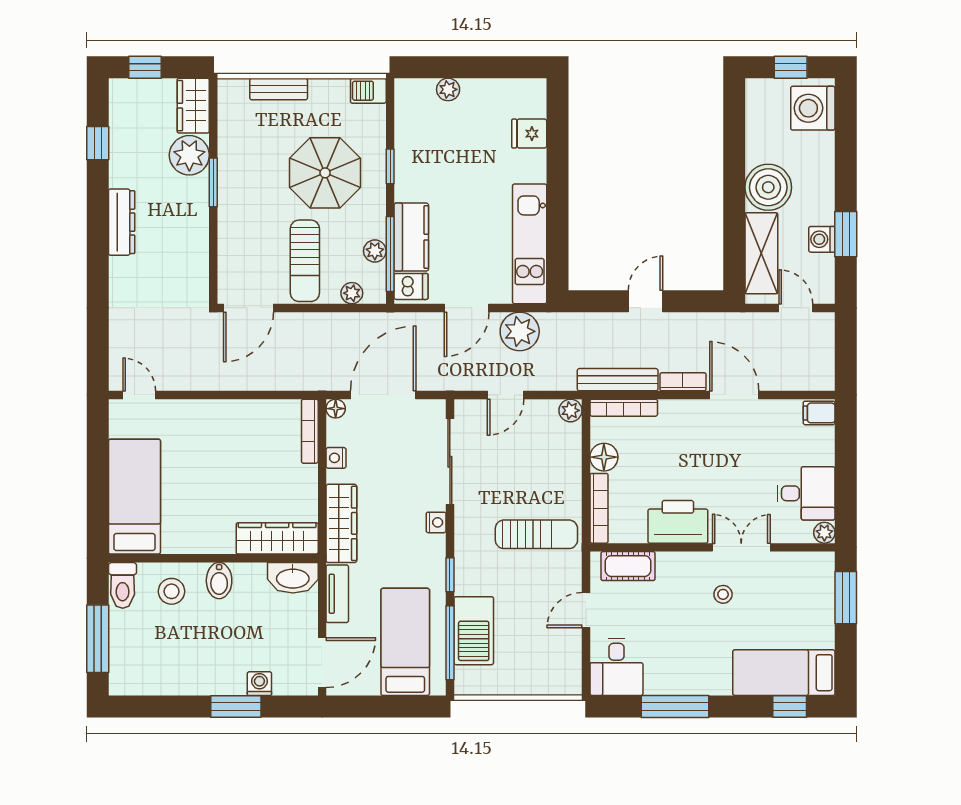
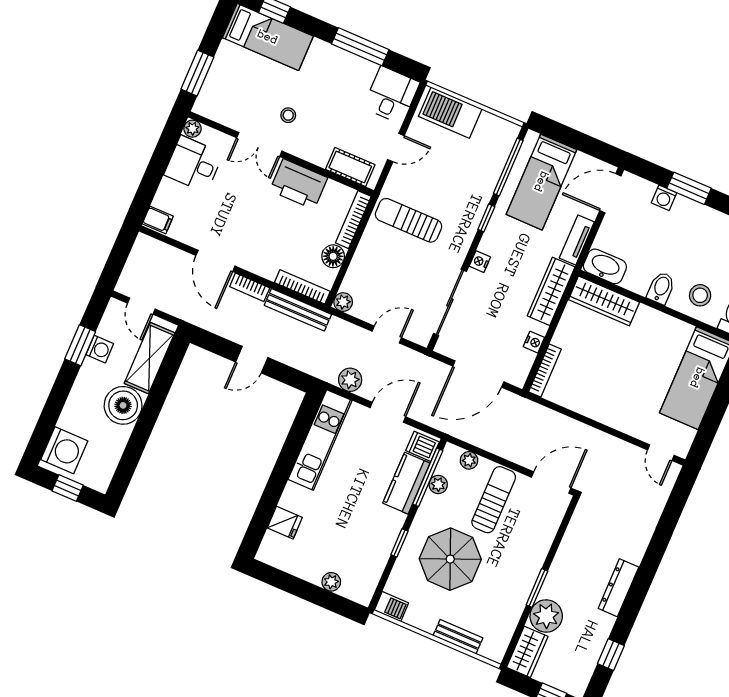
plant: (520, 331) -> (350, 380), width x0.73, depth x0.73
floor lamp: (336, 409) -> (518, 379), removed
barbecue: (474, 631) -> (450, 113), moved, turned -90

